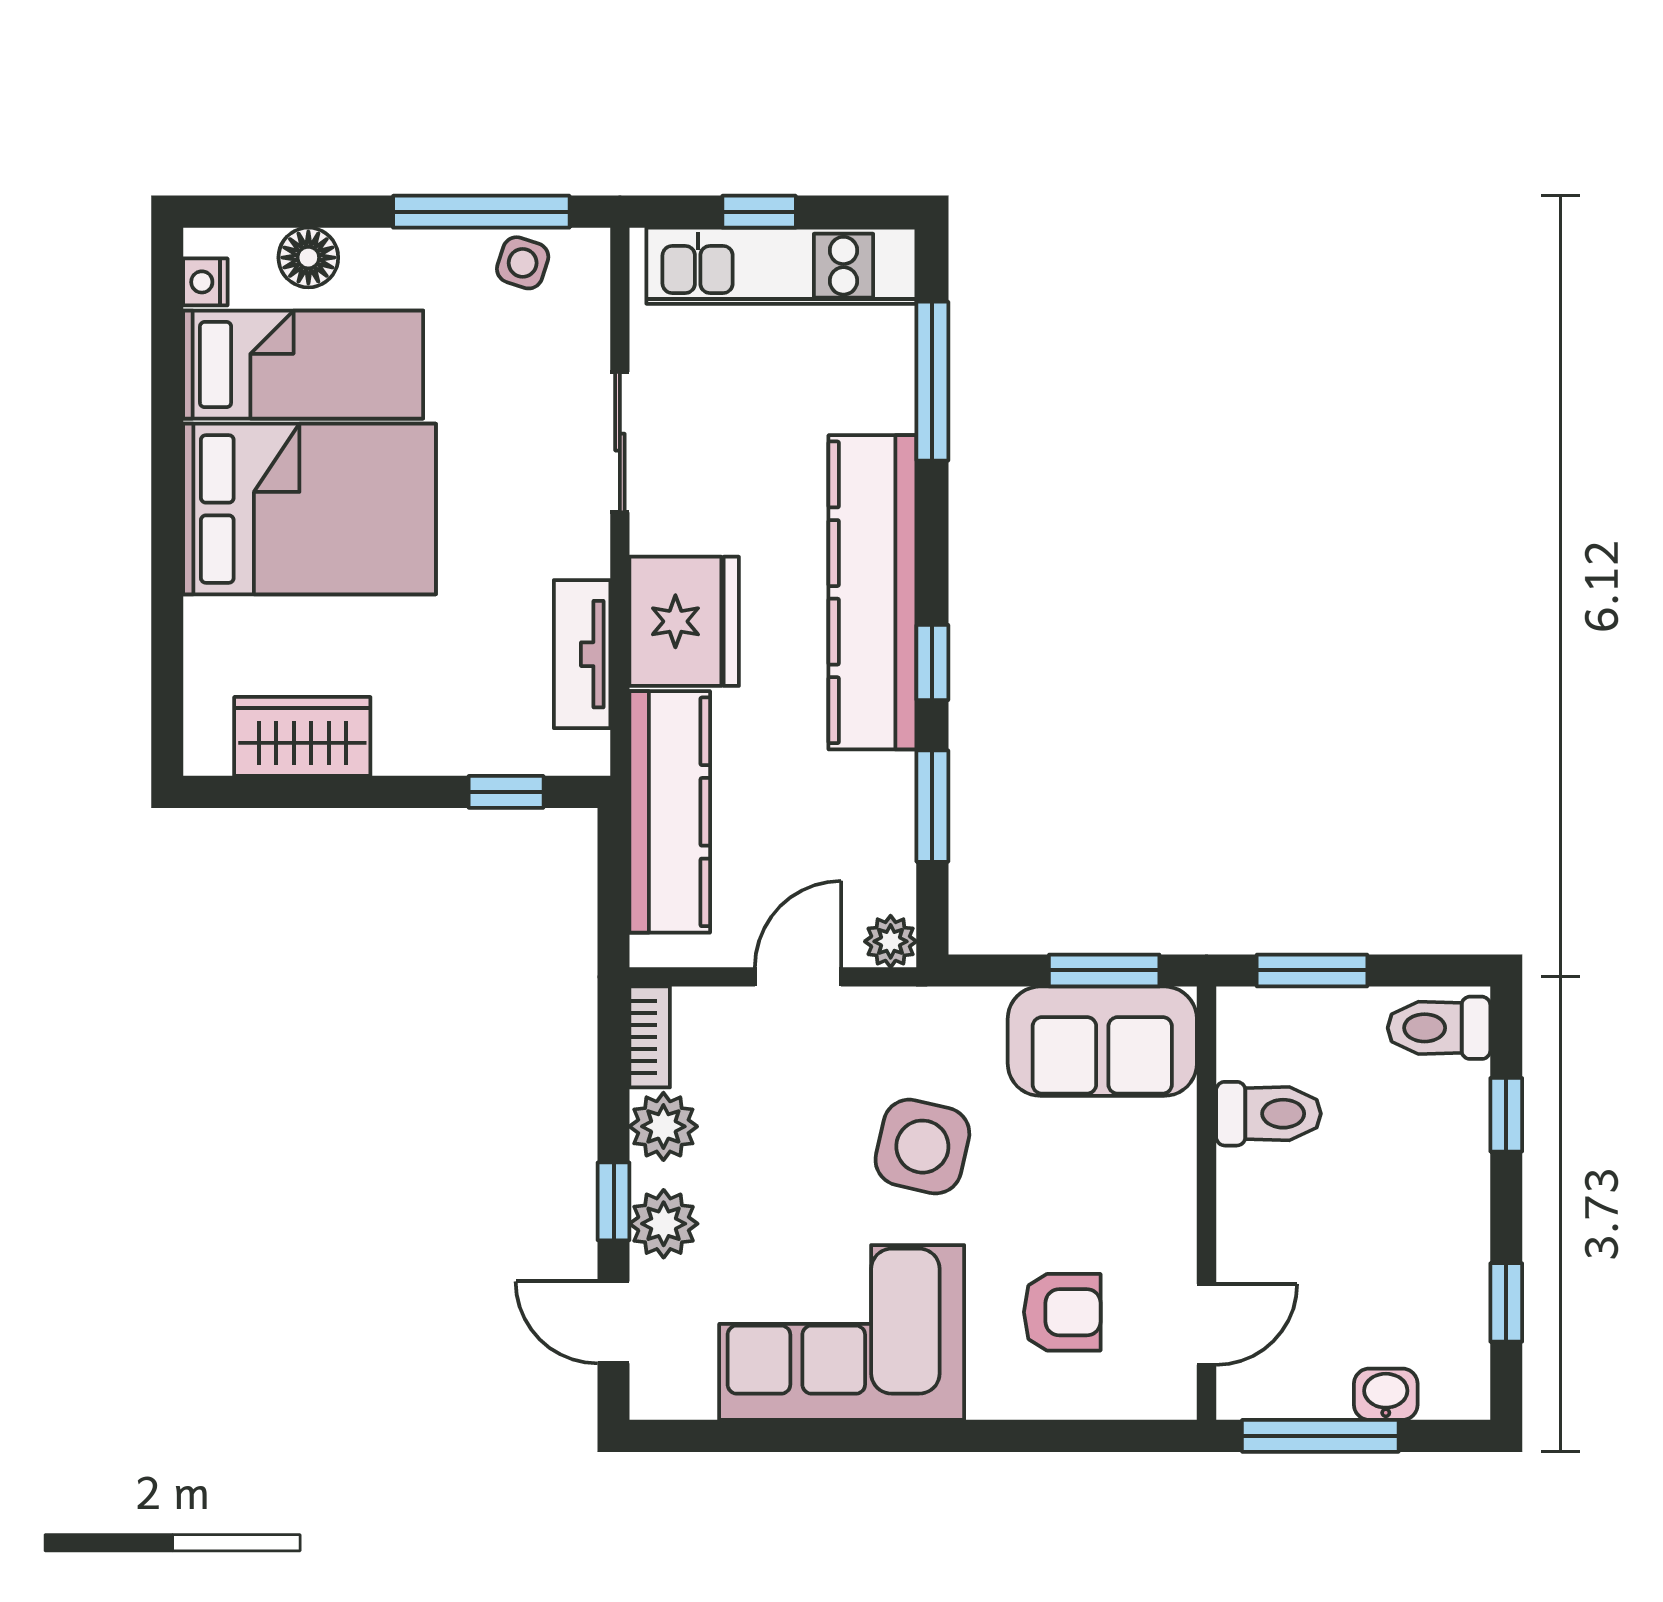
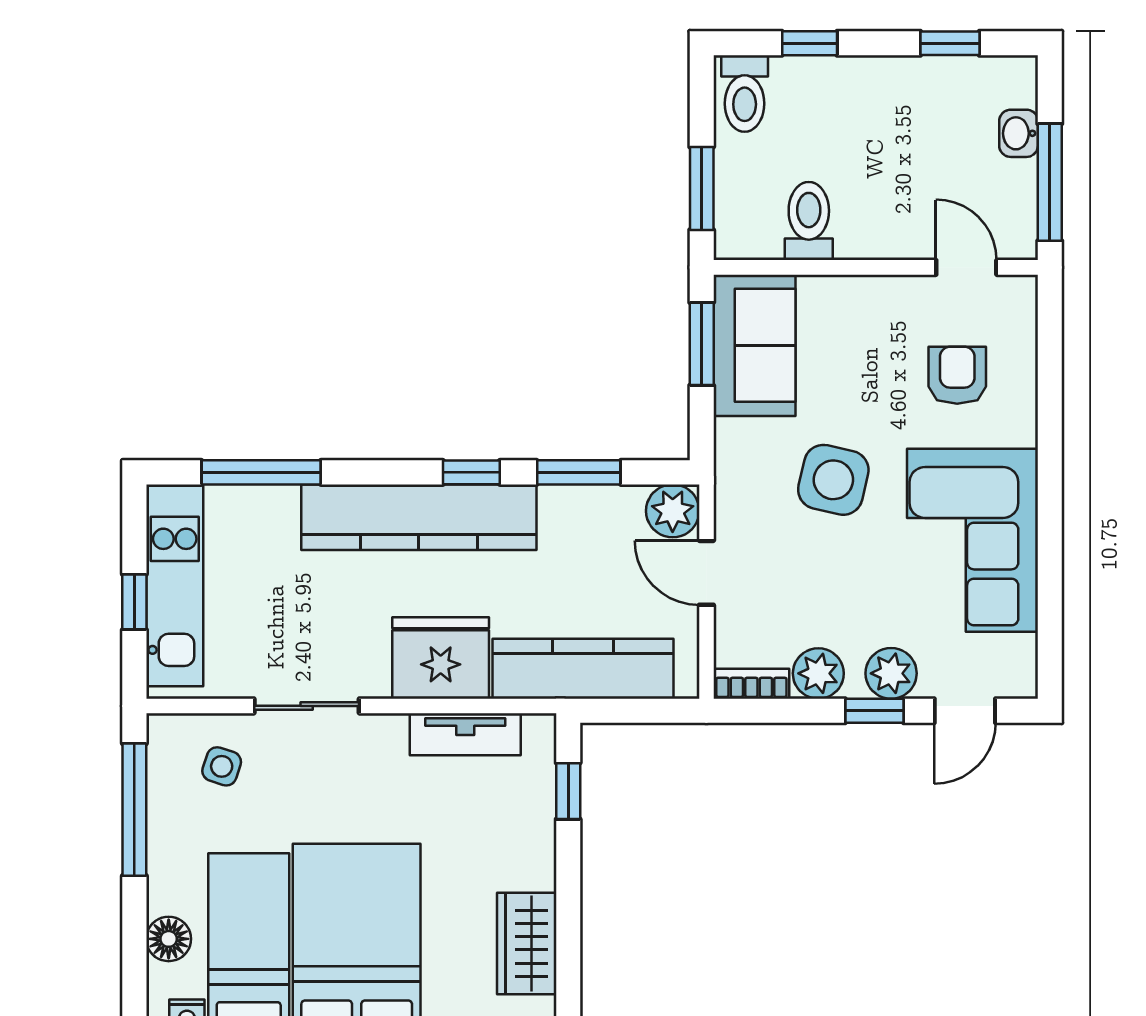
side table: (523, 263) -> (222, 766), moved
plant: (891, 941) -> (673, 511), width x1.38, depth x1.38

